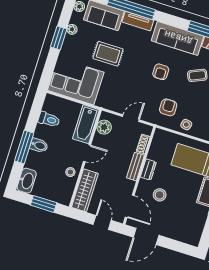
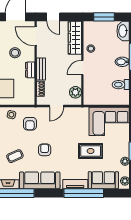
bathtub: (86, 124) -> (90, 90), removed

